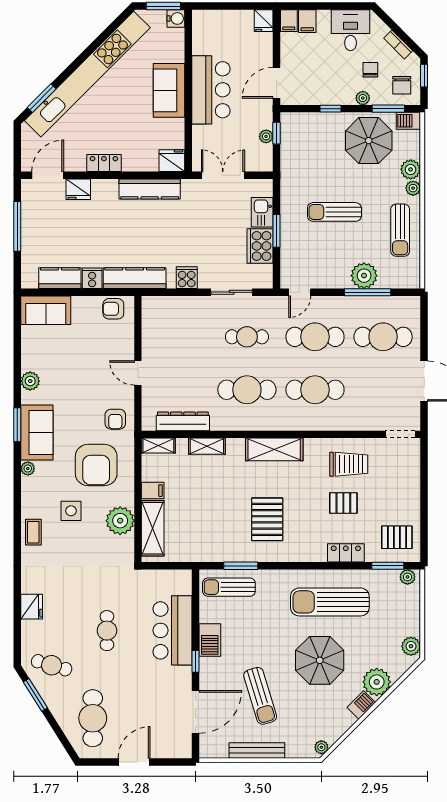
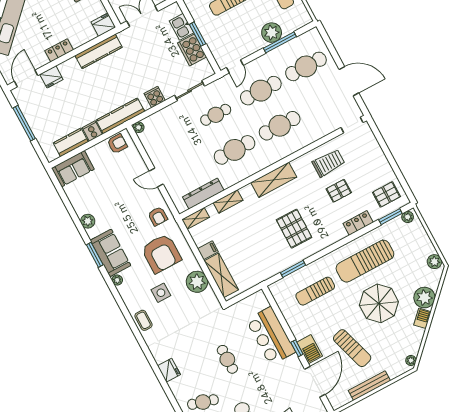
plant: (149, 303) -> (138, 127), added
armchair: (113, 309) -> (117, 144), turned 180
sun lounger: (229, 587) -> (315, 291), moved
barbecue: (210, 640) -> (310, 349), moved

